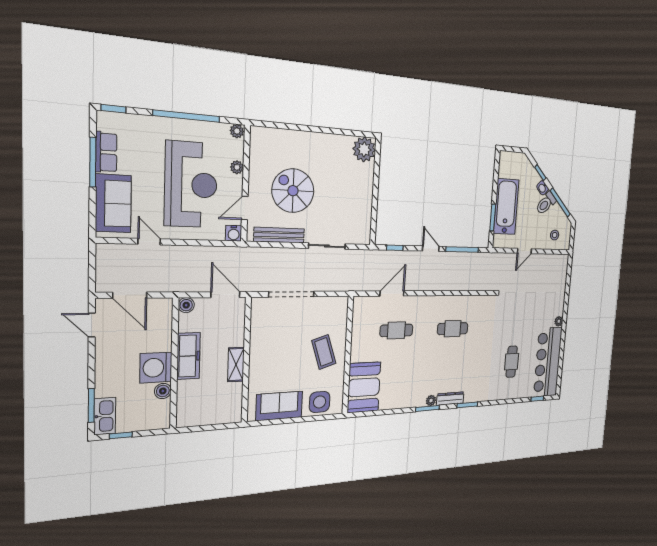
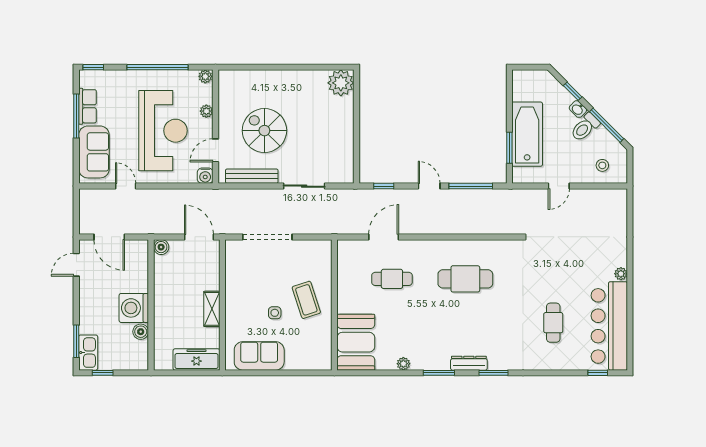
door: (92, 325) -> (76, 265), hinge flipped
cafe table: (453, 329) -> (465, 279), width x1.37, depth x1.35
freezer: (188, 356) -> (196, 359), moved, turned -90
plant: (431, 401) -> (403, 364), moved
side table: (320, 402) -> (275, 313), moved, width x0.54, depth x0.54

